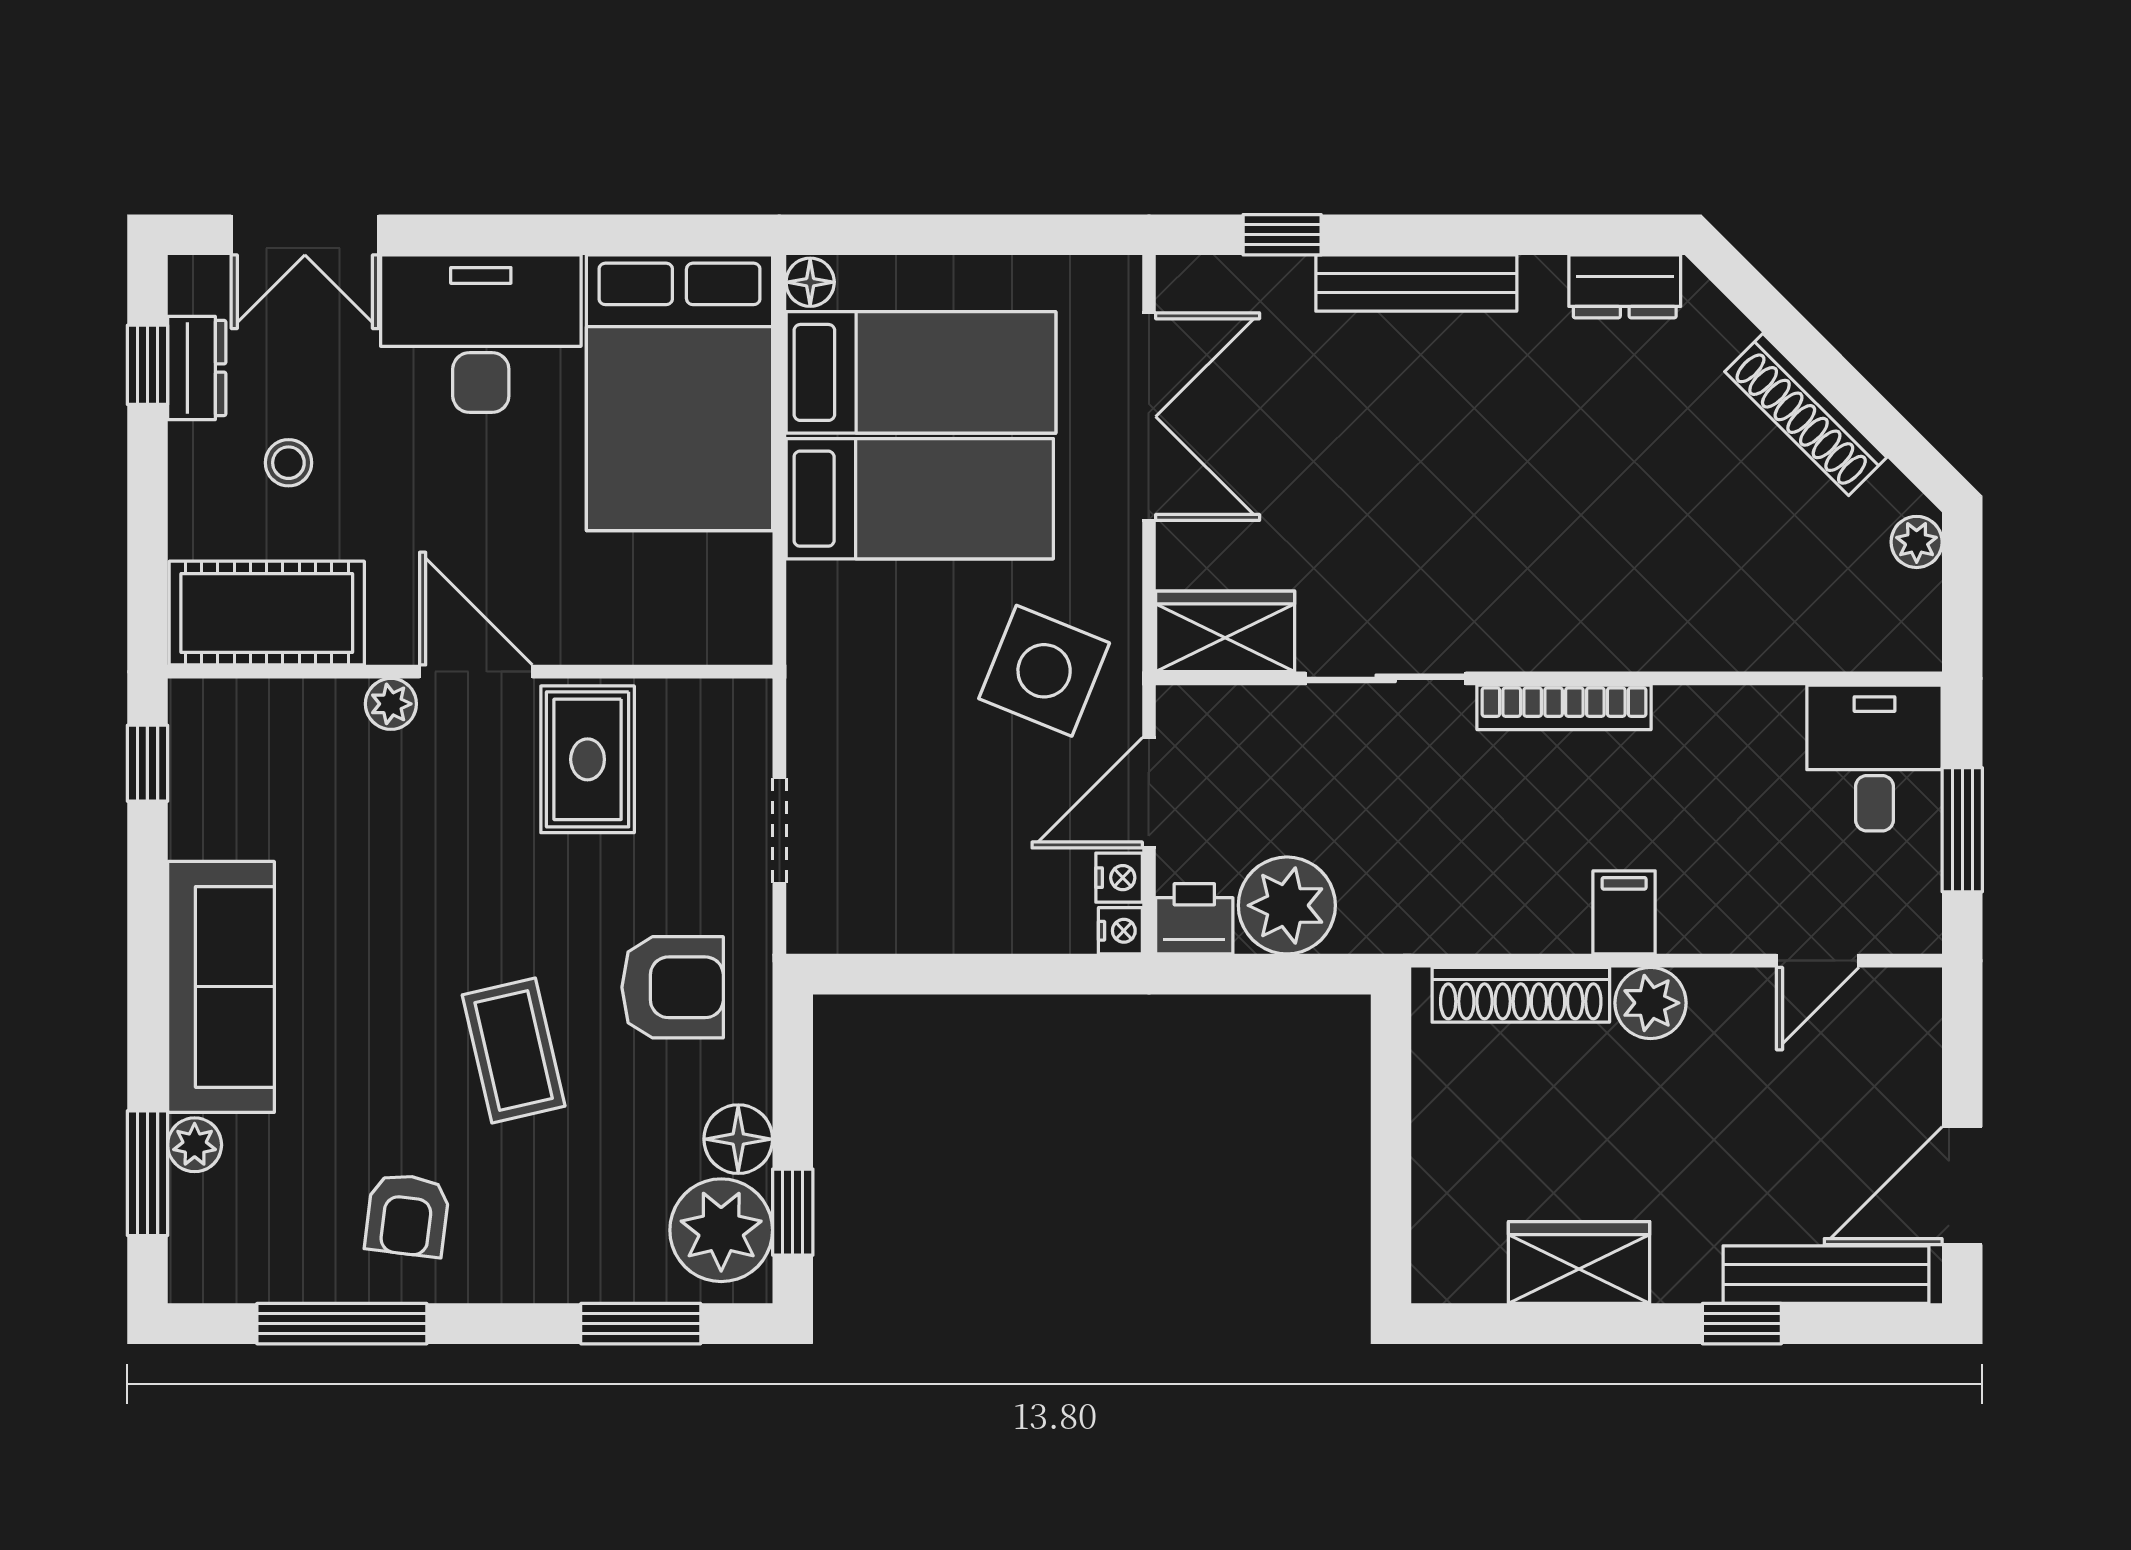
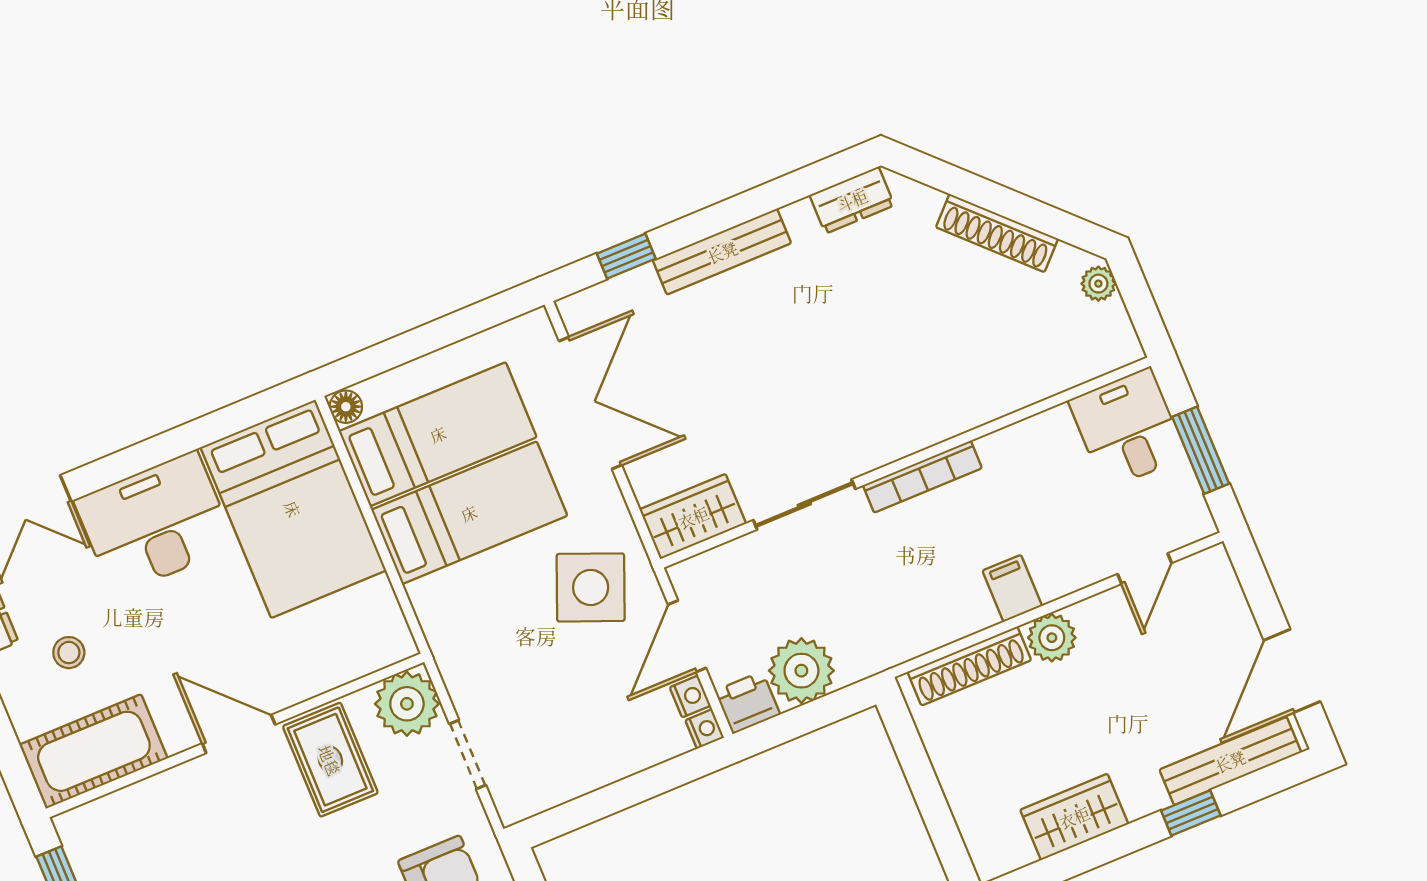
plant: (391, 704) -> (407, 704), moved, width x1.88, depth x1.88

